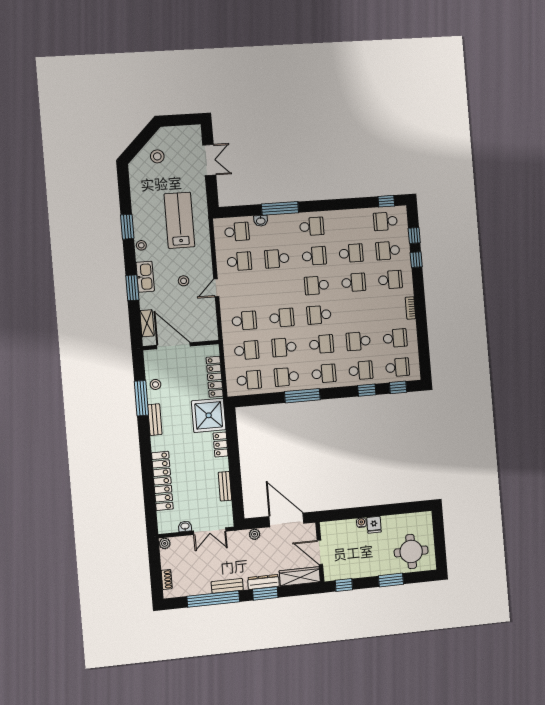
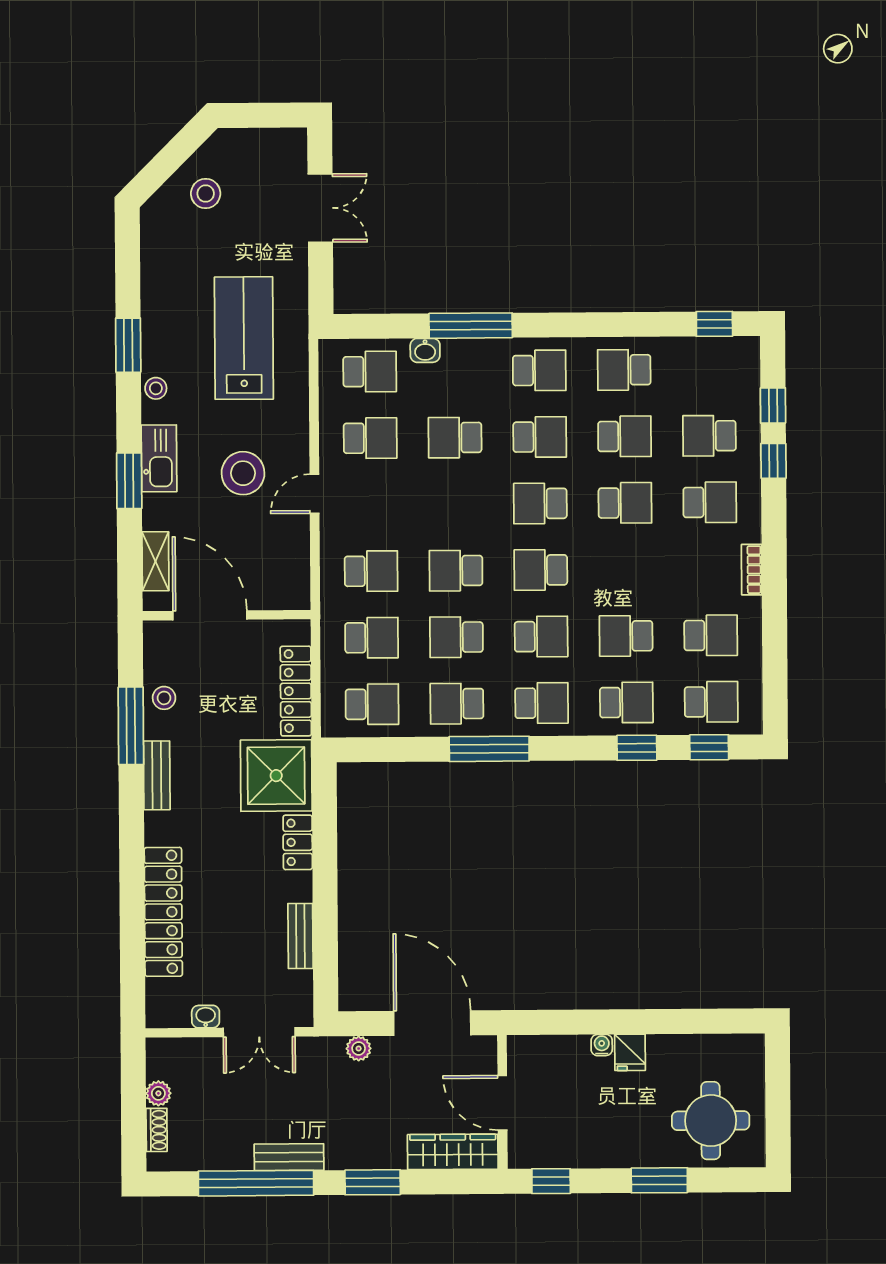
school desk: (385, 221) -> (624, 370), moved
stool: (184, 281) -> (243, 473), width x1.89, depth x1.89
school desk: (282, 318) -> (456, 571), turned 180
plant: (165, 543) -> (158, 1093), moved
dresser: (263, 582) -> (370, 1156), removed

